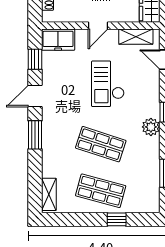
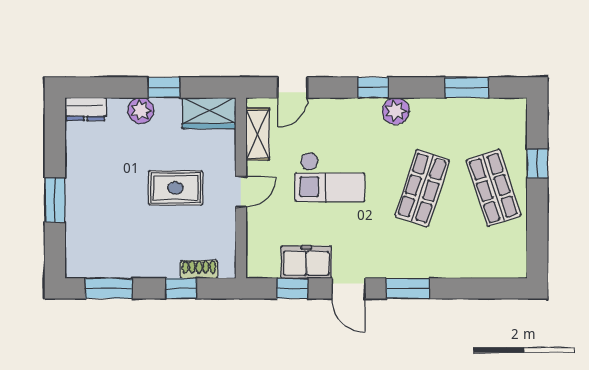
door: (98, 26) -> (241, 192), hinge flipped
freezer: (58, 40) -> (306, 262), moved, turned -90
shop shelf: (101, 191) -> (493, 188), turned -33
shelving: (49, 194) -> (499, 267), removed

